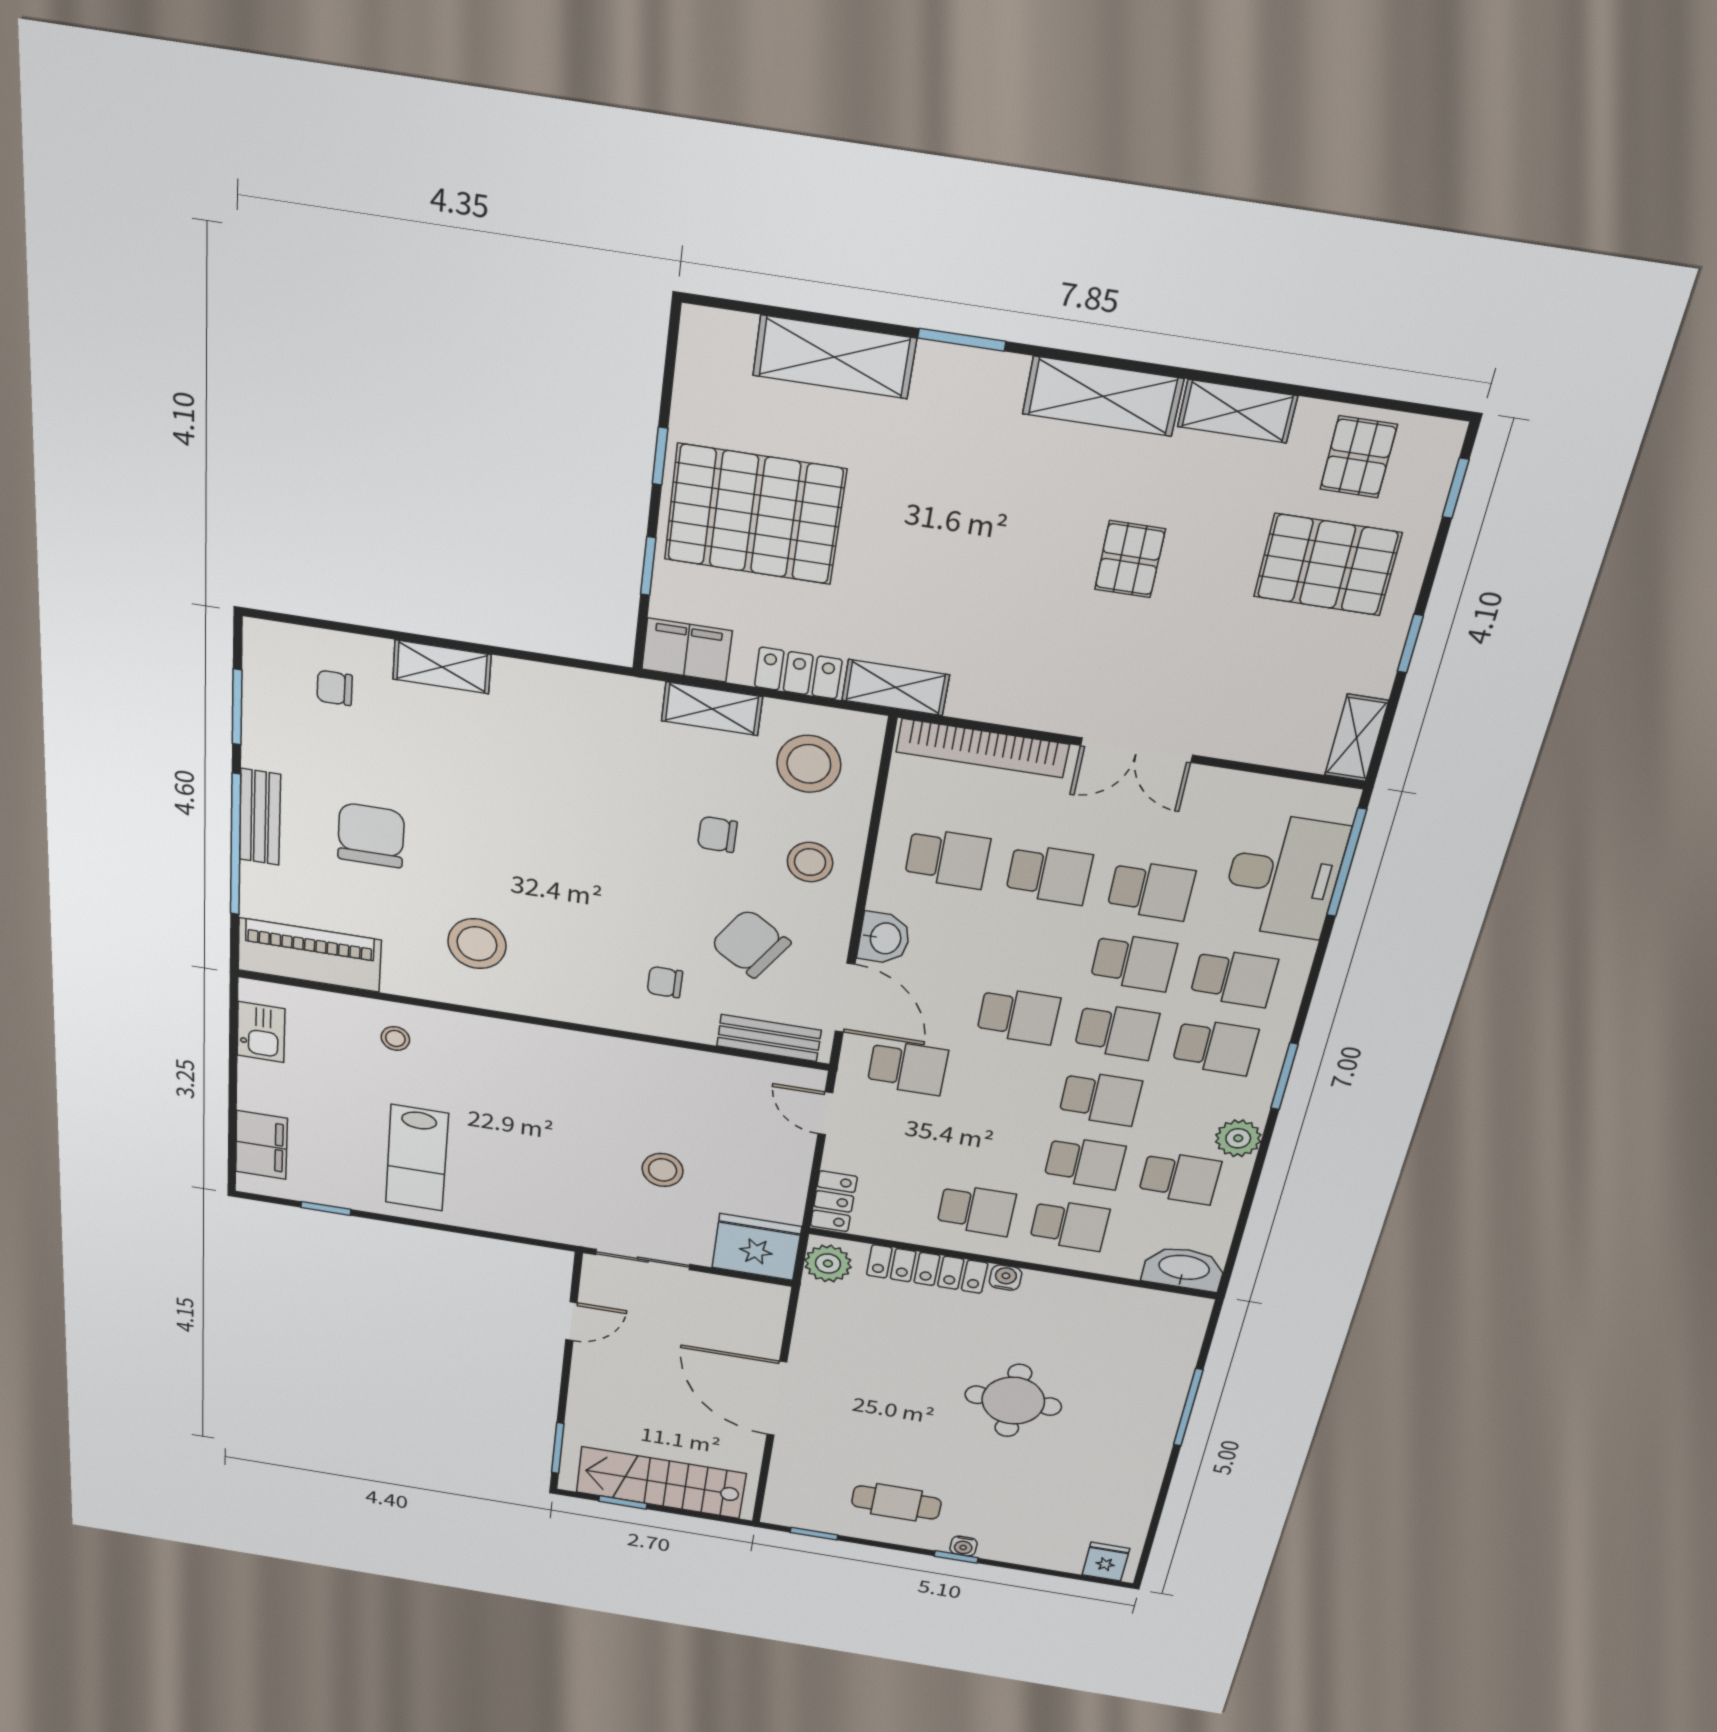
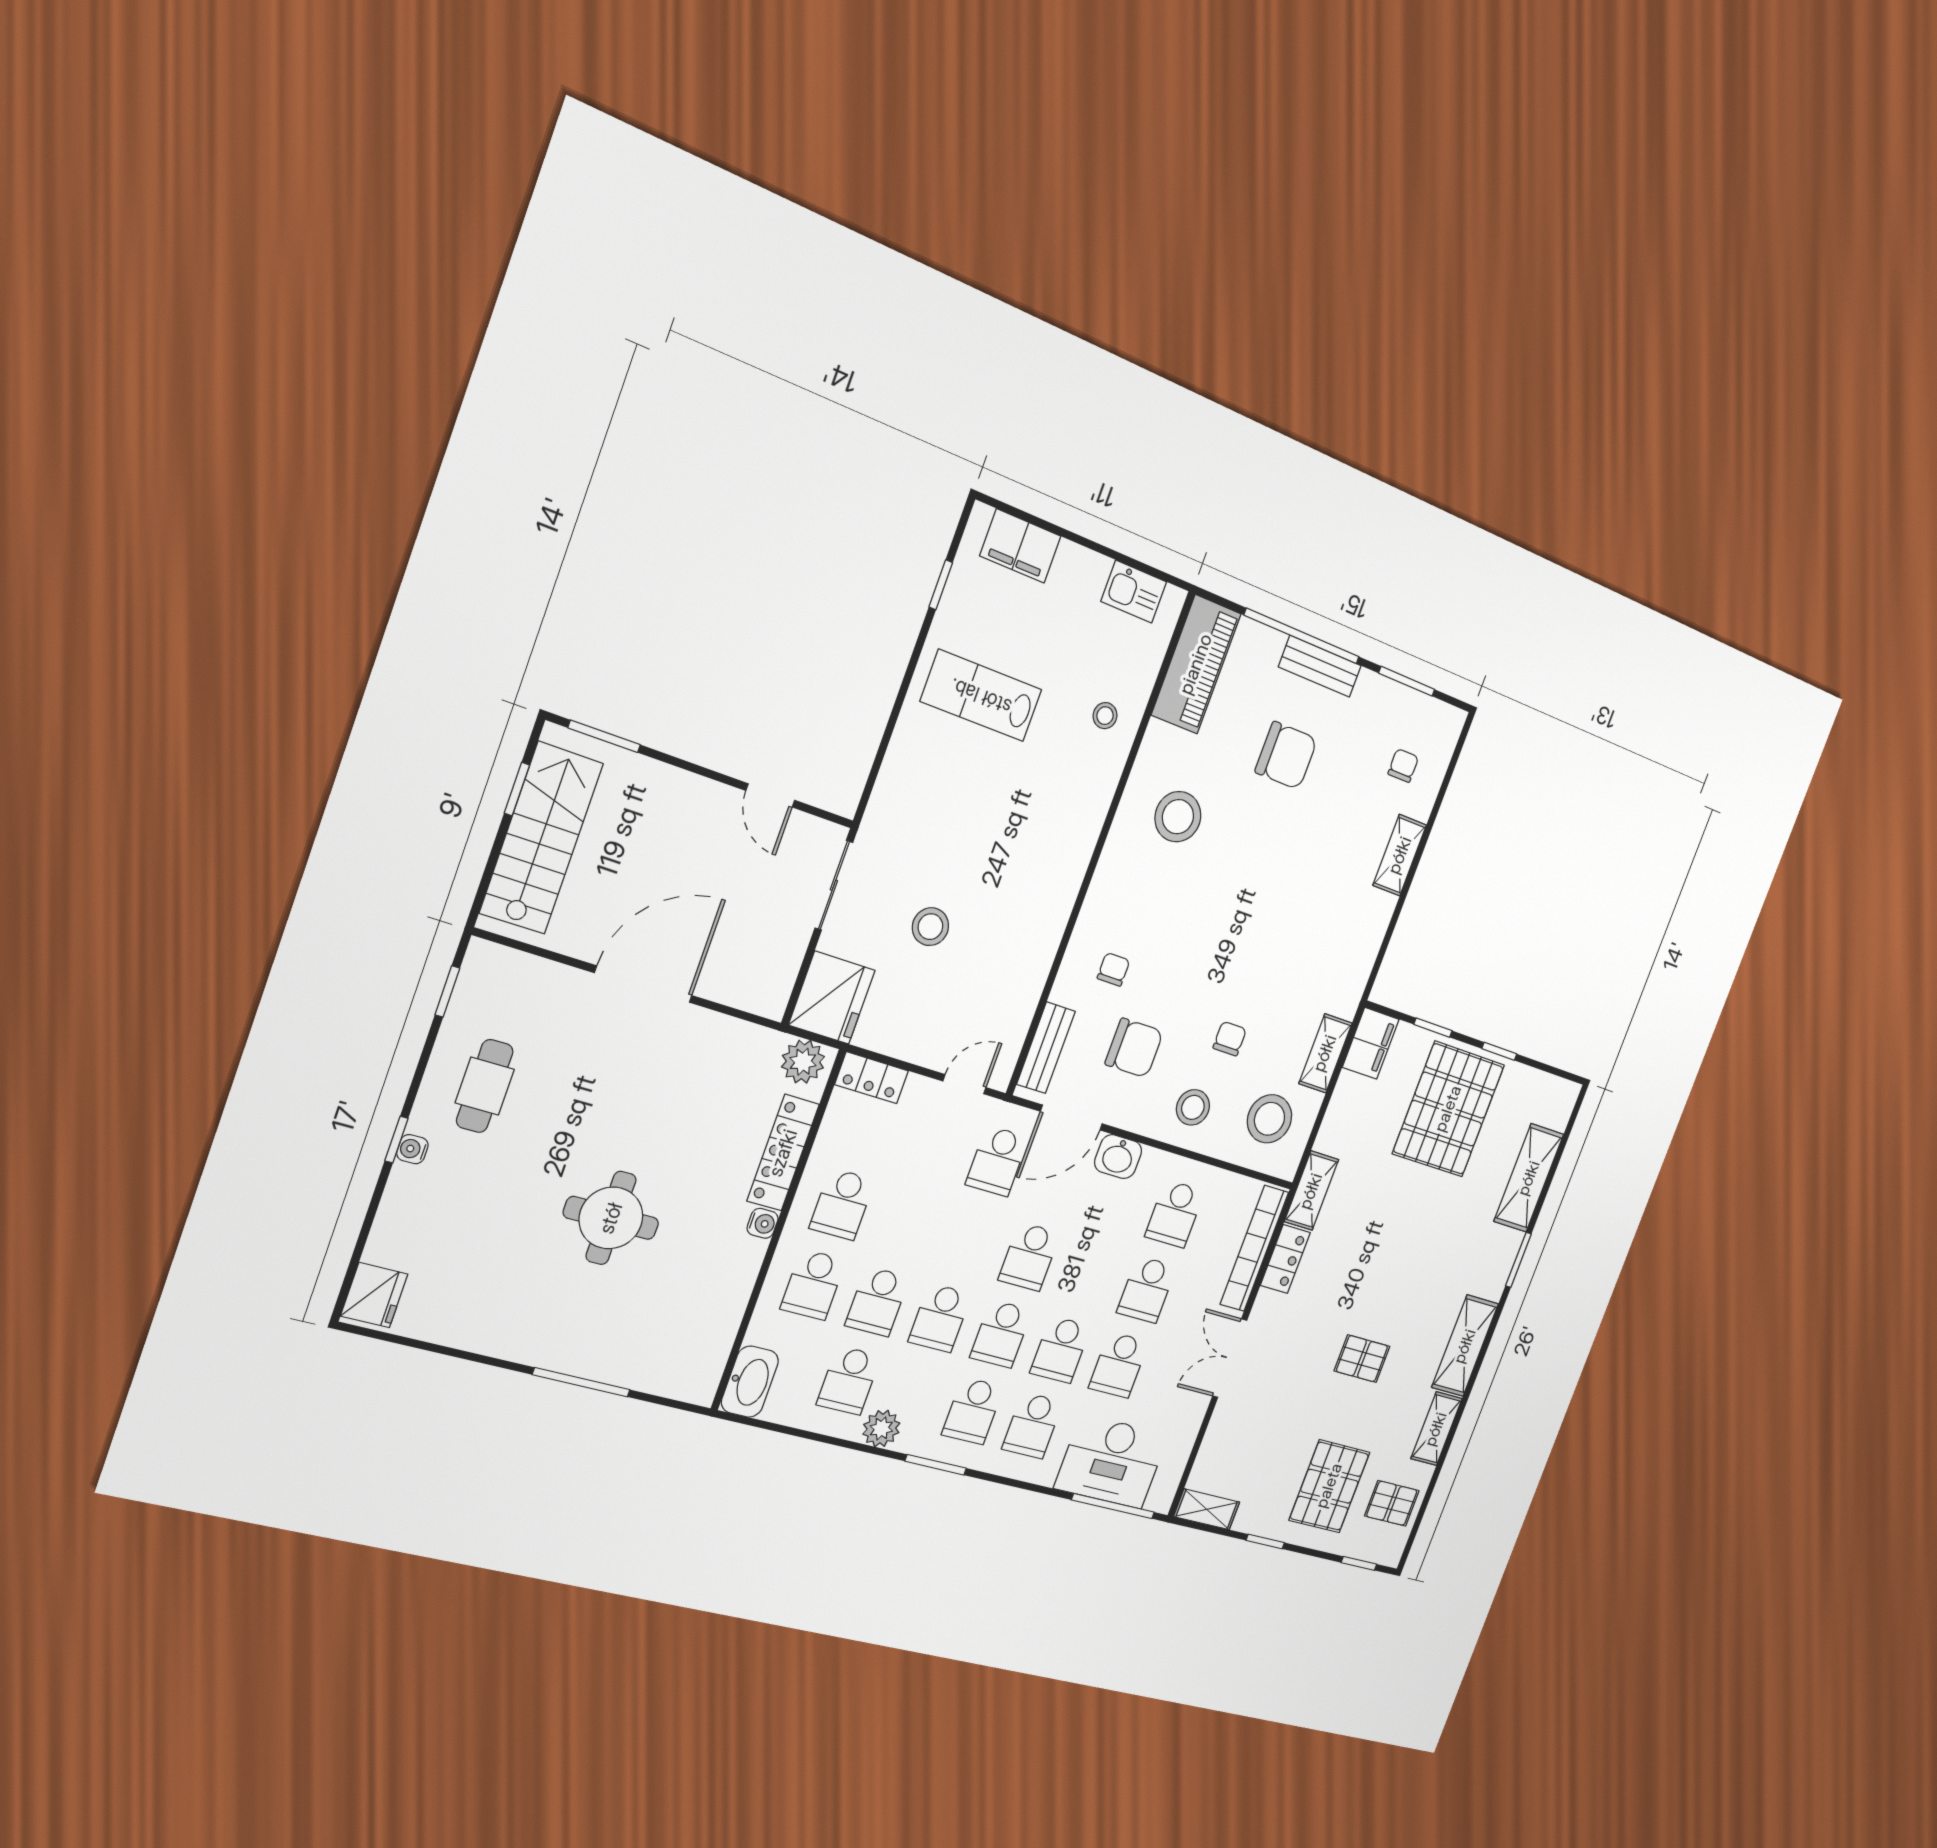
locker: (798, 673) -> (1285, 1259), moved
chair: (751, 943) -> (1134, 1048), turned 57
fridge: (1106, 1562) -> (374, 1295), width x1.38

